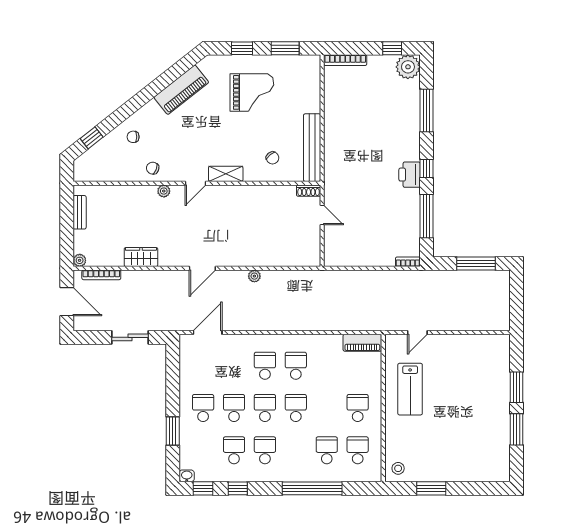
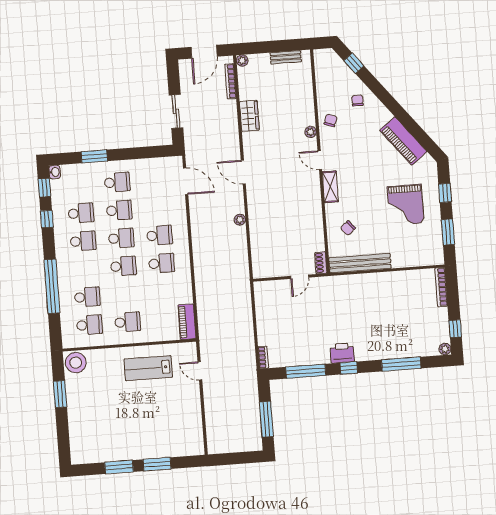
plant: (408, 67) -> (445, 349), width x0.53, depth x0.53
stool: (398, 468) -> (76, 363), width x1.89, depth x1.89

